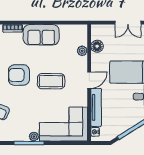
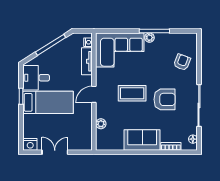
floor lamp: (97, 46) -> (86, 128), removed
tv unit: (96, 107) -> (87, 61), width x0.71

